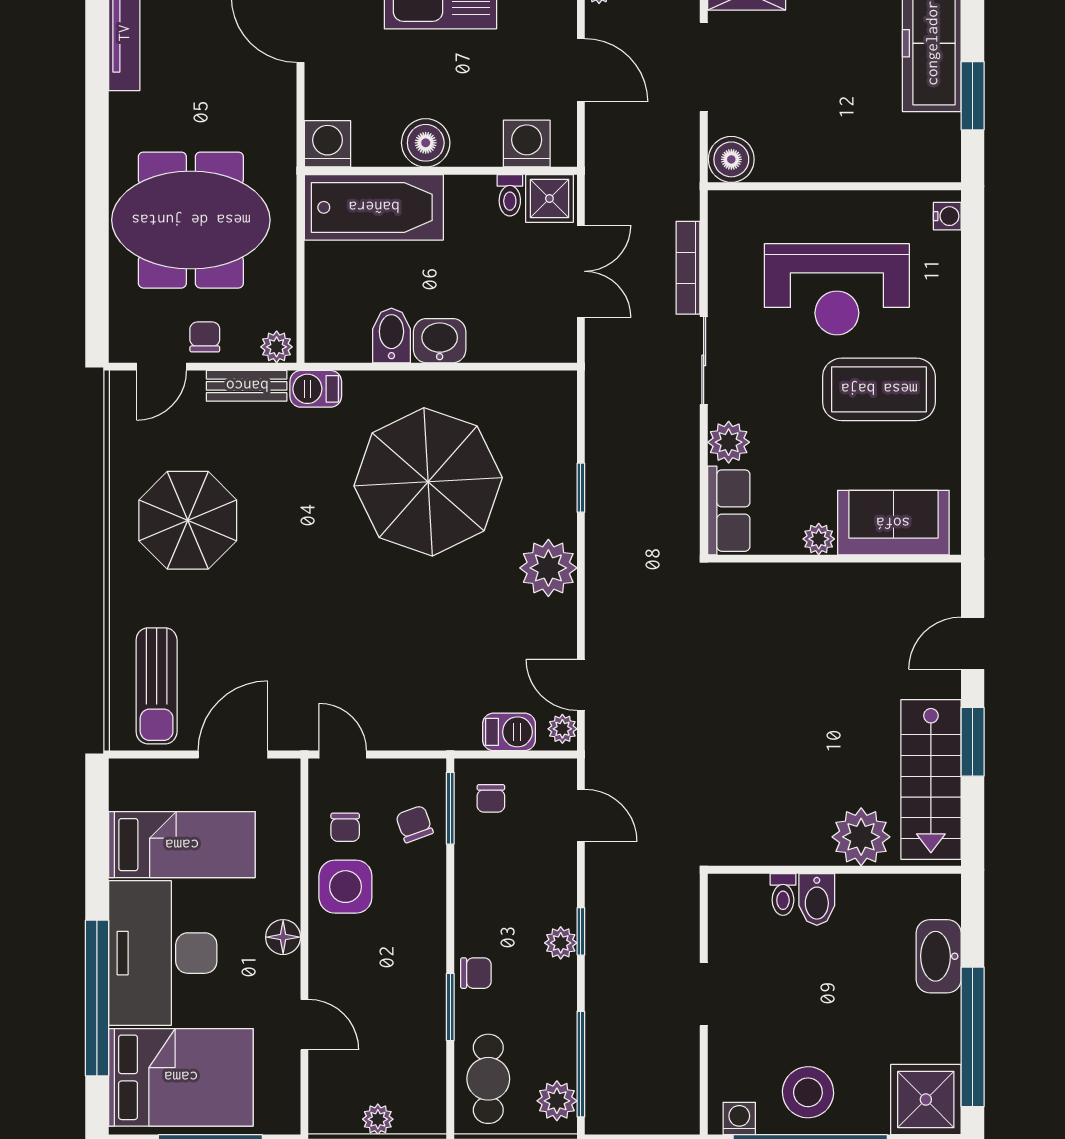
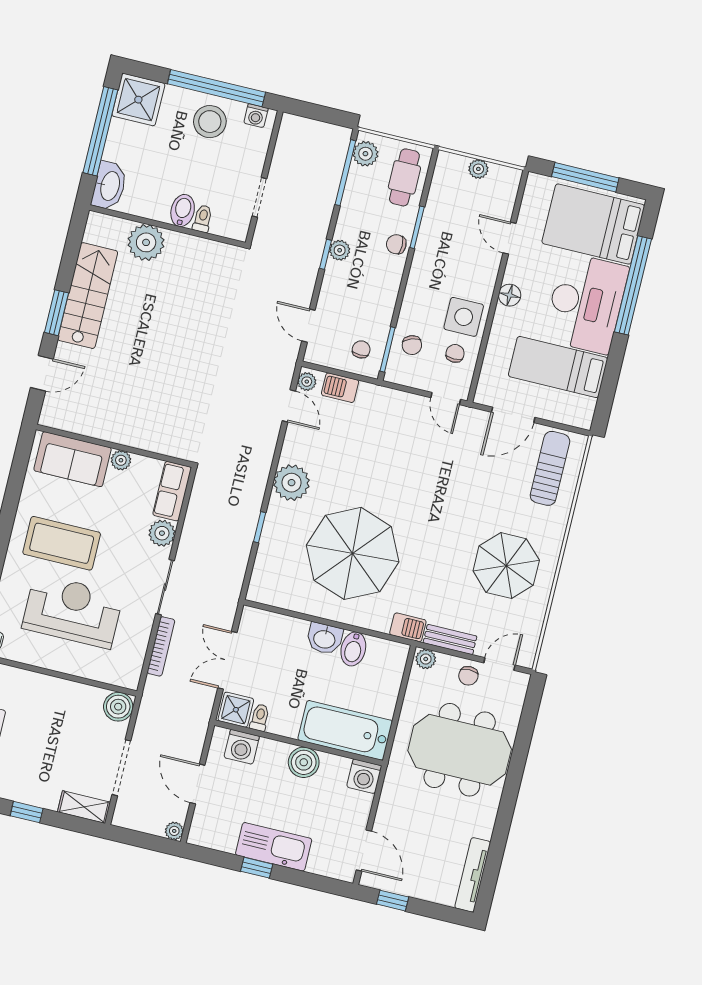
plant: (861, 837) -> (146, 242), moved
wall: (834, 870) -> (167, 226), moved
toilet: (783, 894) -> (203, 219), moved
bidet: (817, 899) -> (183, 210), moved

